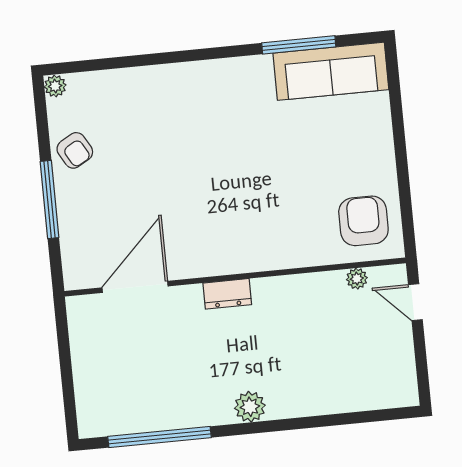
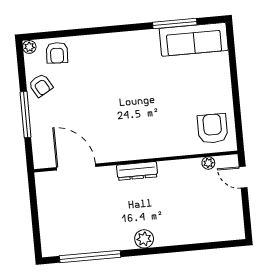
armchair: (102, 96) -> (57, 53), added
door: (135, 287) -> (76, 167), hinge flipped
dresser: (227, 294) -> (137, 171), width x1.44

